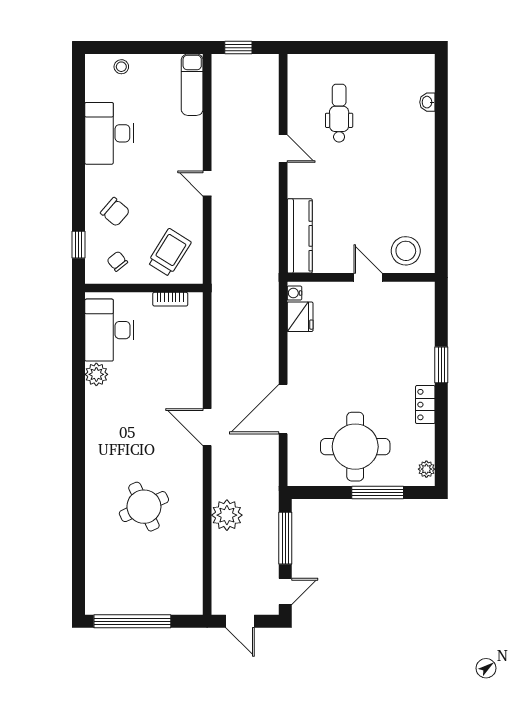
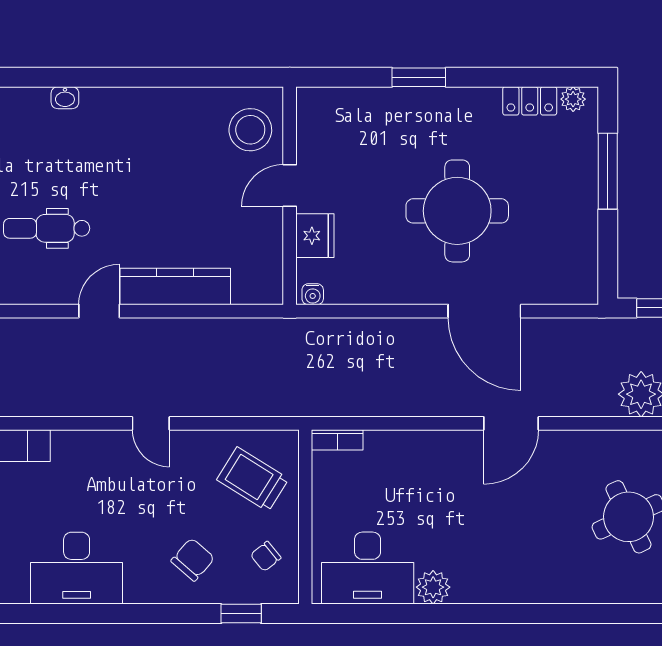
washbasin: (427, 102) -> (65, 98), moved
door: (207, 184) -> (151, 423), hinge flipped
kitchen counter: (300, 236) -> (175, 286), moved
bookcase: (170, 299) -> (337, 440), moved, turned 90
fridge: (300, 317) -> (315, 236), moved, turned 90
locker: (425, 405) -> (530, 101), moved
round table: (355, 447) -> (457, 211), moved

